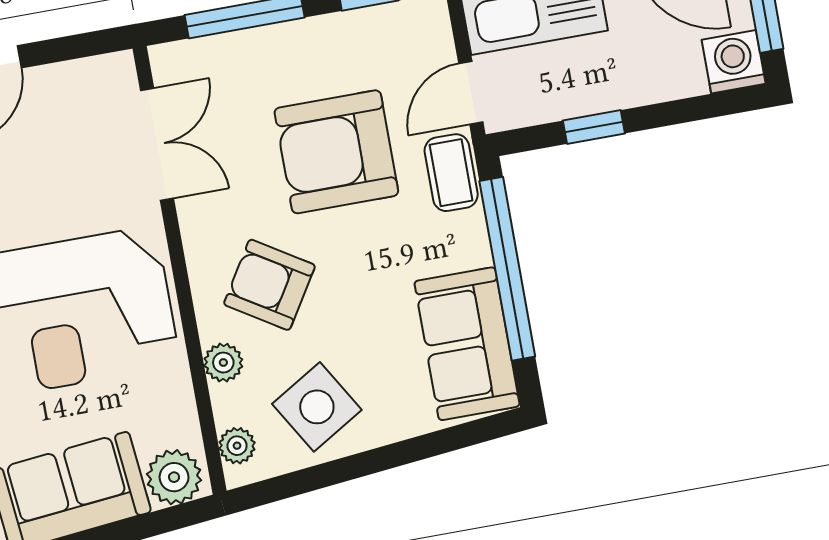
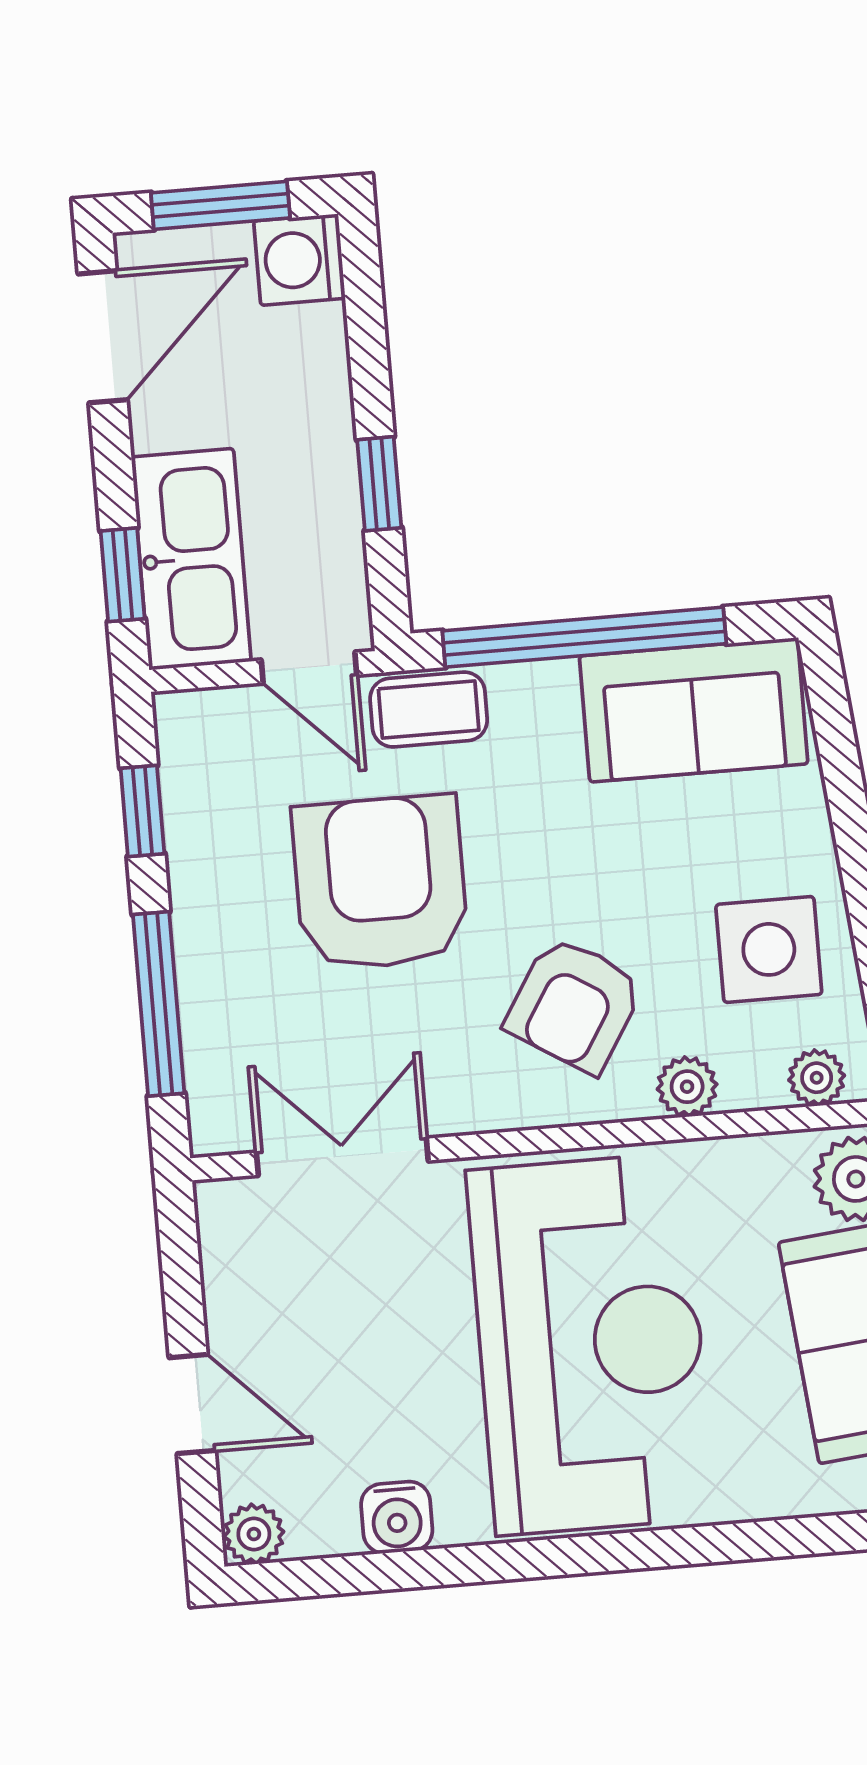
armchair: (336, 152) -> (380, 883), turned 180
side table: (317, 407) -> (769, 949), turned 31

